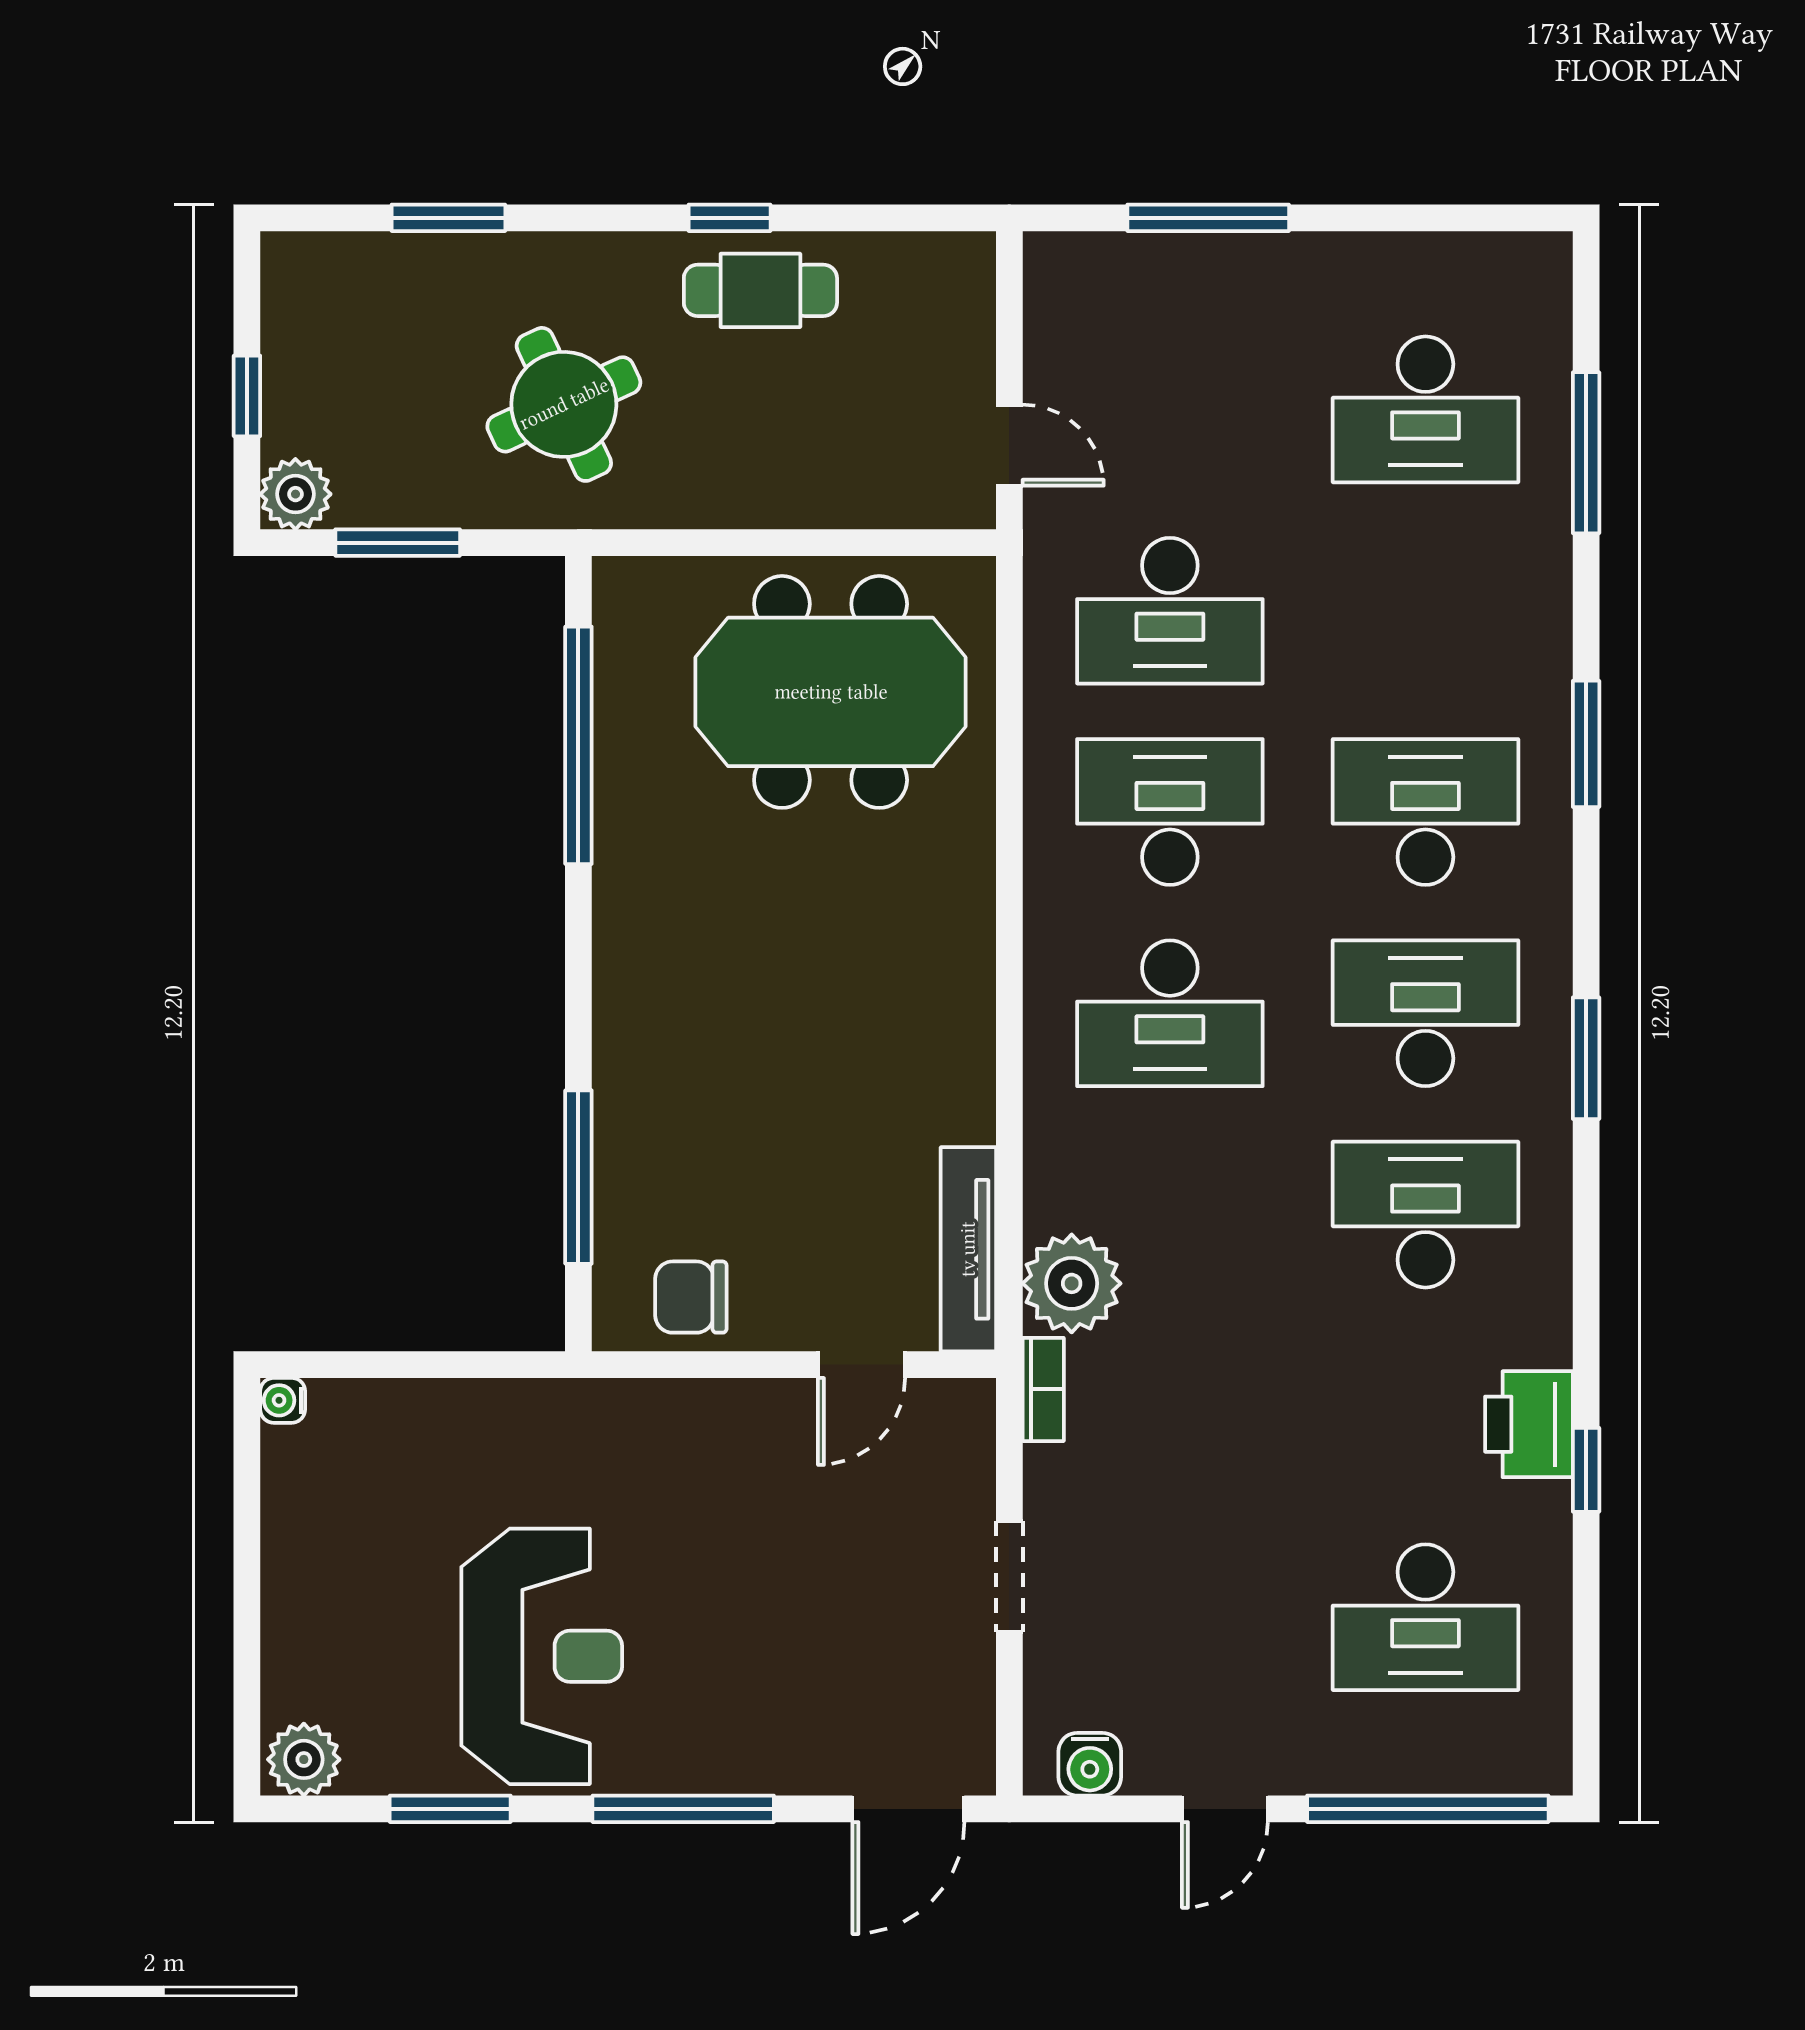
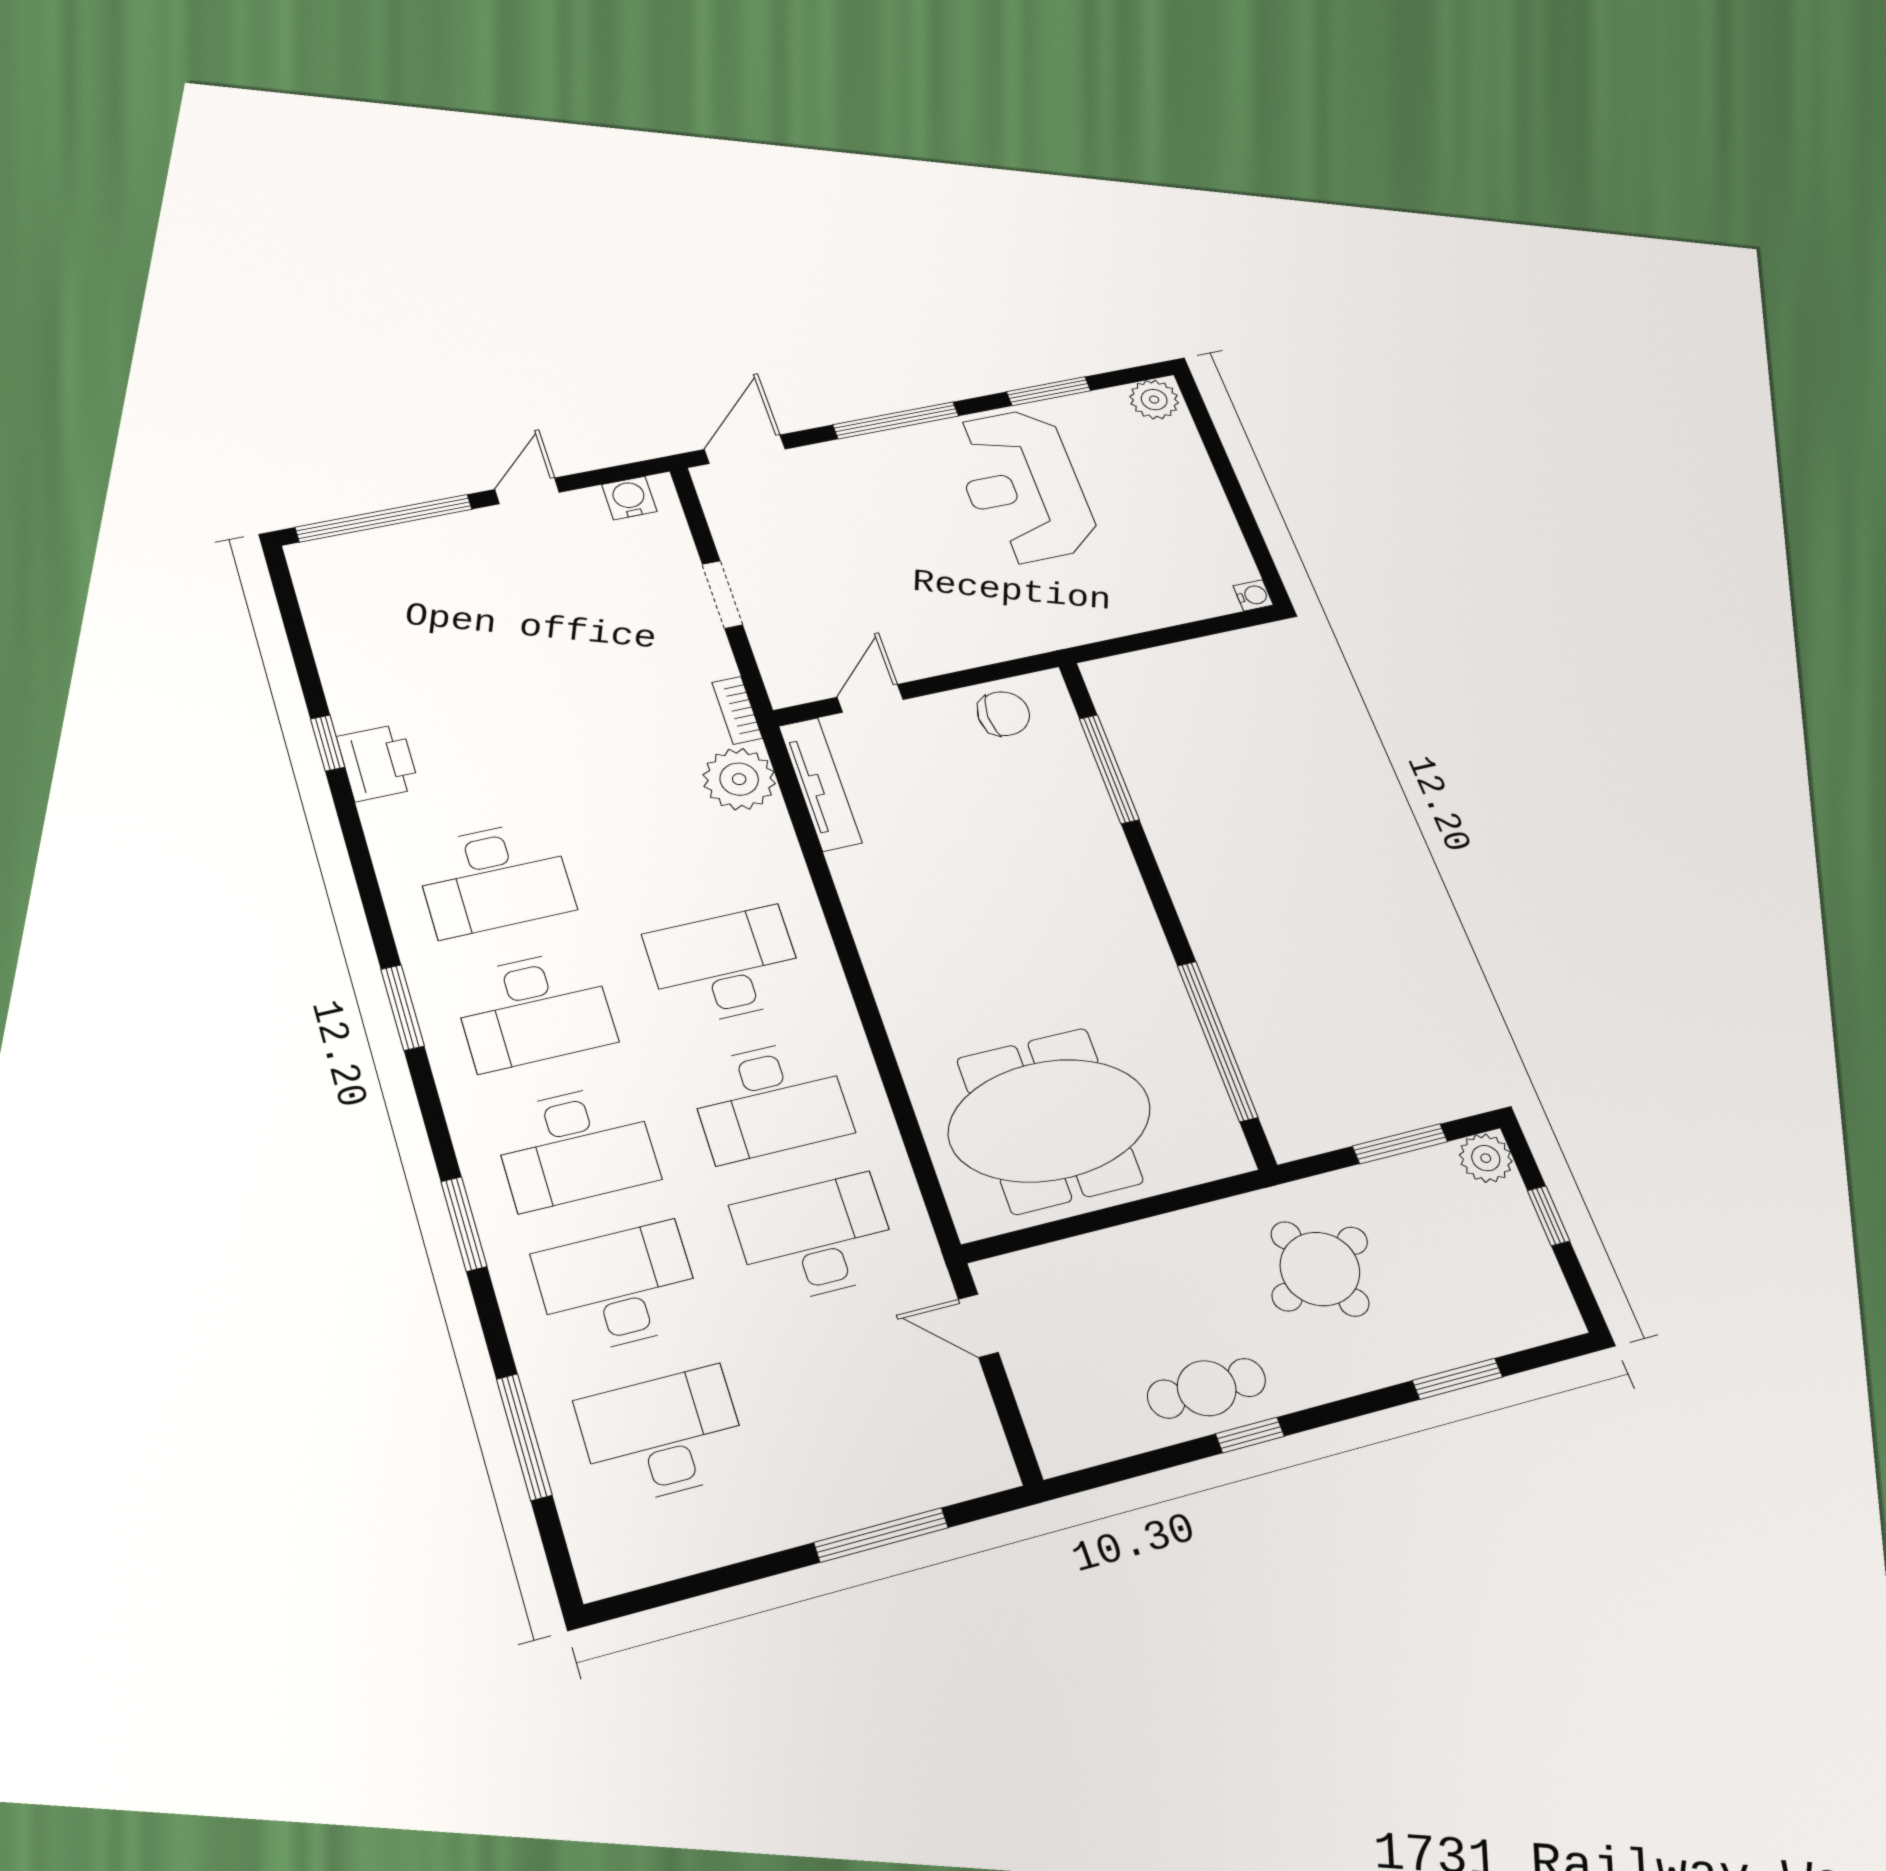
desk: (1425, 1617) -> (618, 1288), moved

